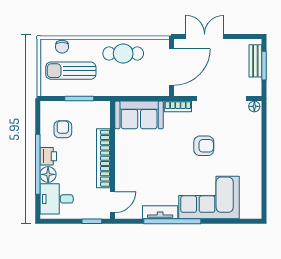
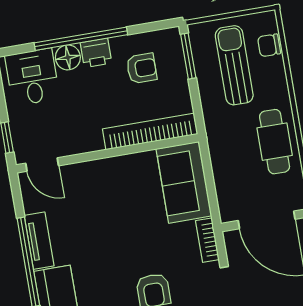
window: (79, 99) -> (188, 56), moved
bookcase: (103, 158) -> (150, 131), moved

